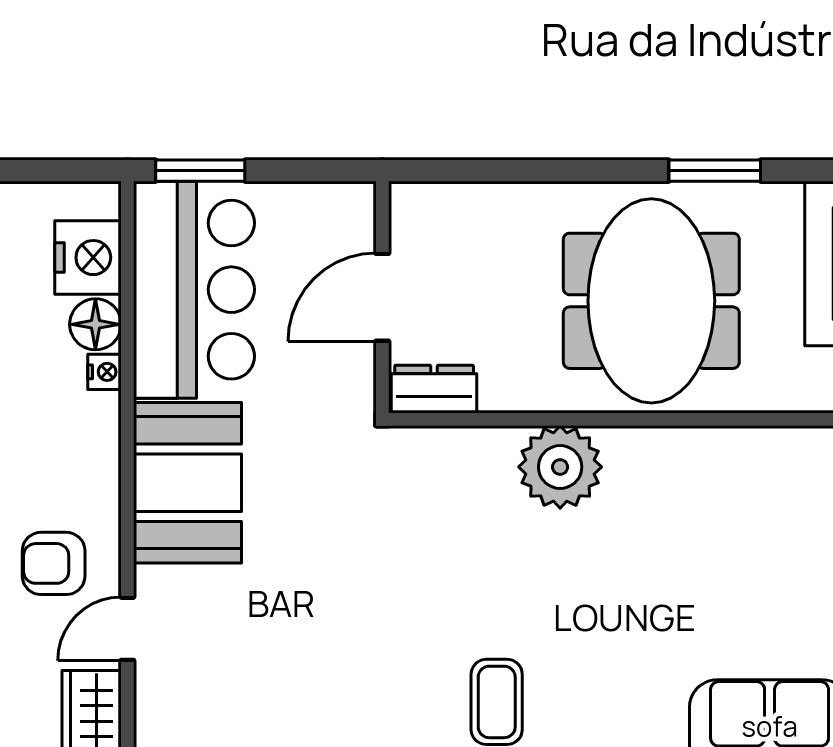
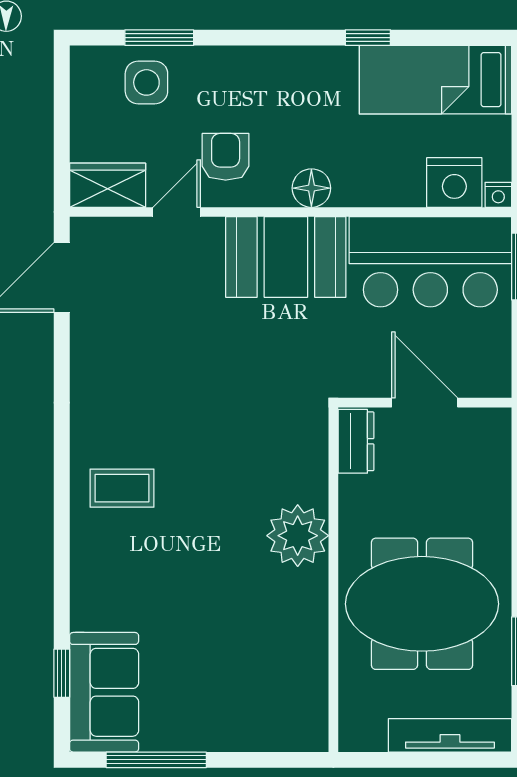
floor lamp: (95, 324) -> (311, 188), moved
nightstand: (104, 372) -> (498, 195), moved
door: (127, 629) -> (177, 212), hinge flipped

